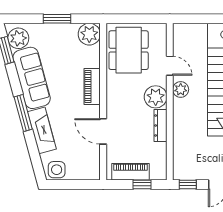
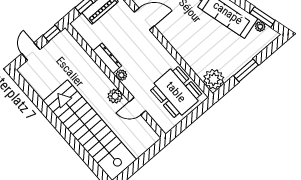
plant: (18, 38) -> (260, 27), width x0.53, depth x0.53
piano: (92, 86) -> (180, 44), removed
plant: (156, 97) -> (121, 75), width x0.53, depth x0.53

